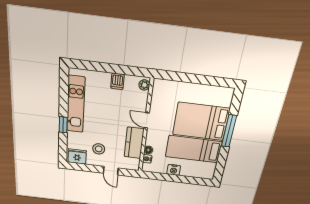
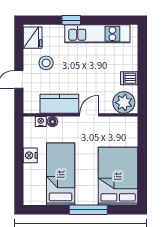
plant: (144, 85) -> (124, 103), width x1.88, depth x1.88
bed: (201, 122) -> (118, 176), moved

